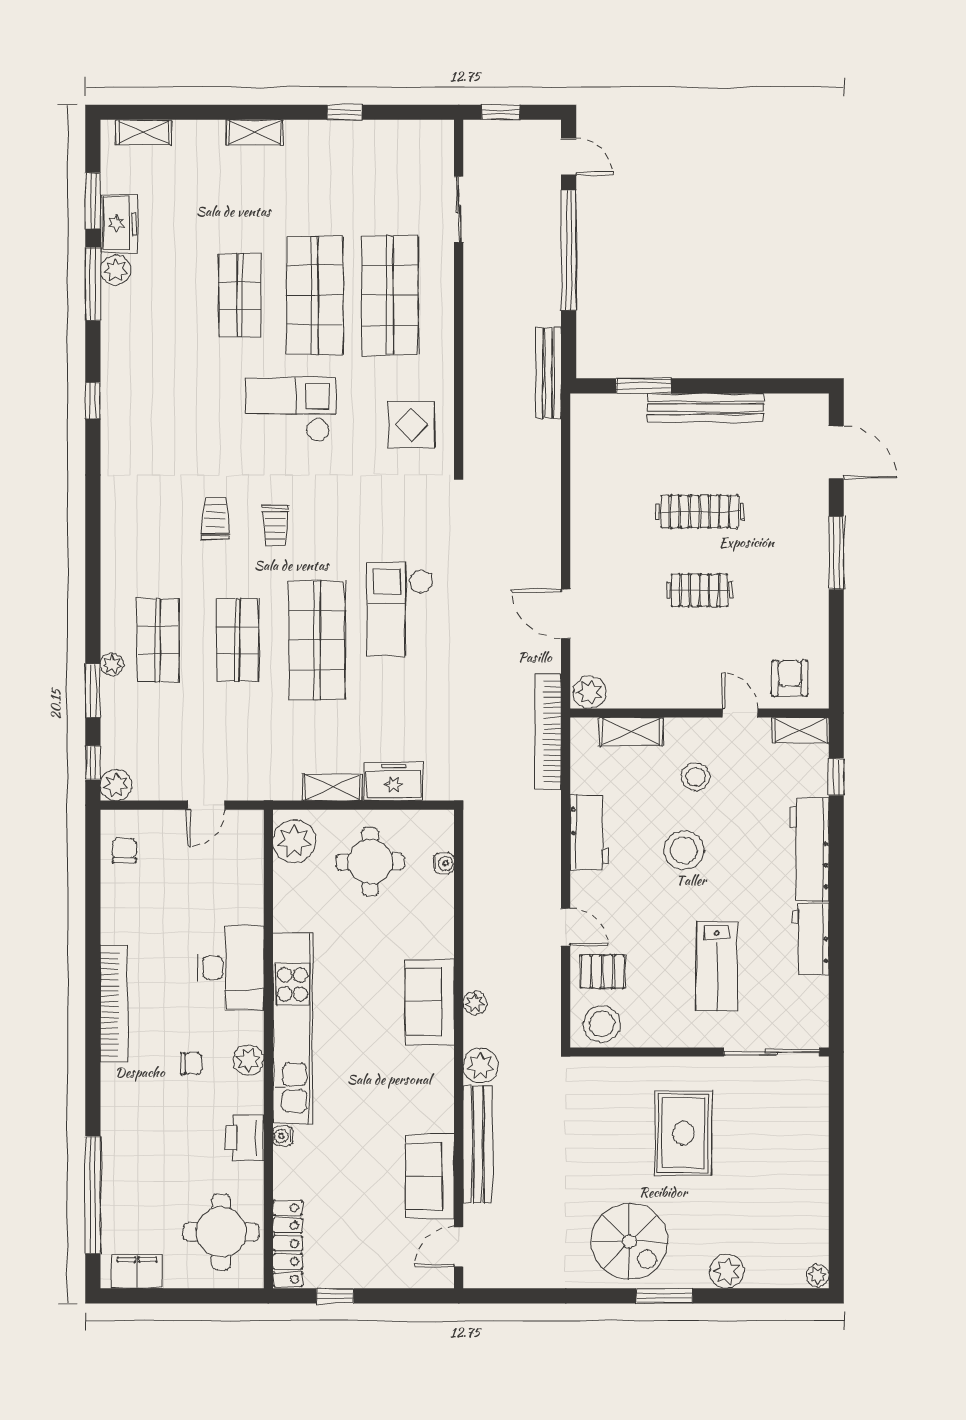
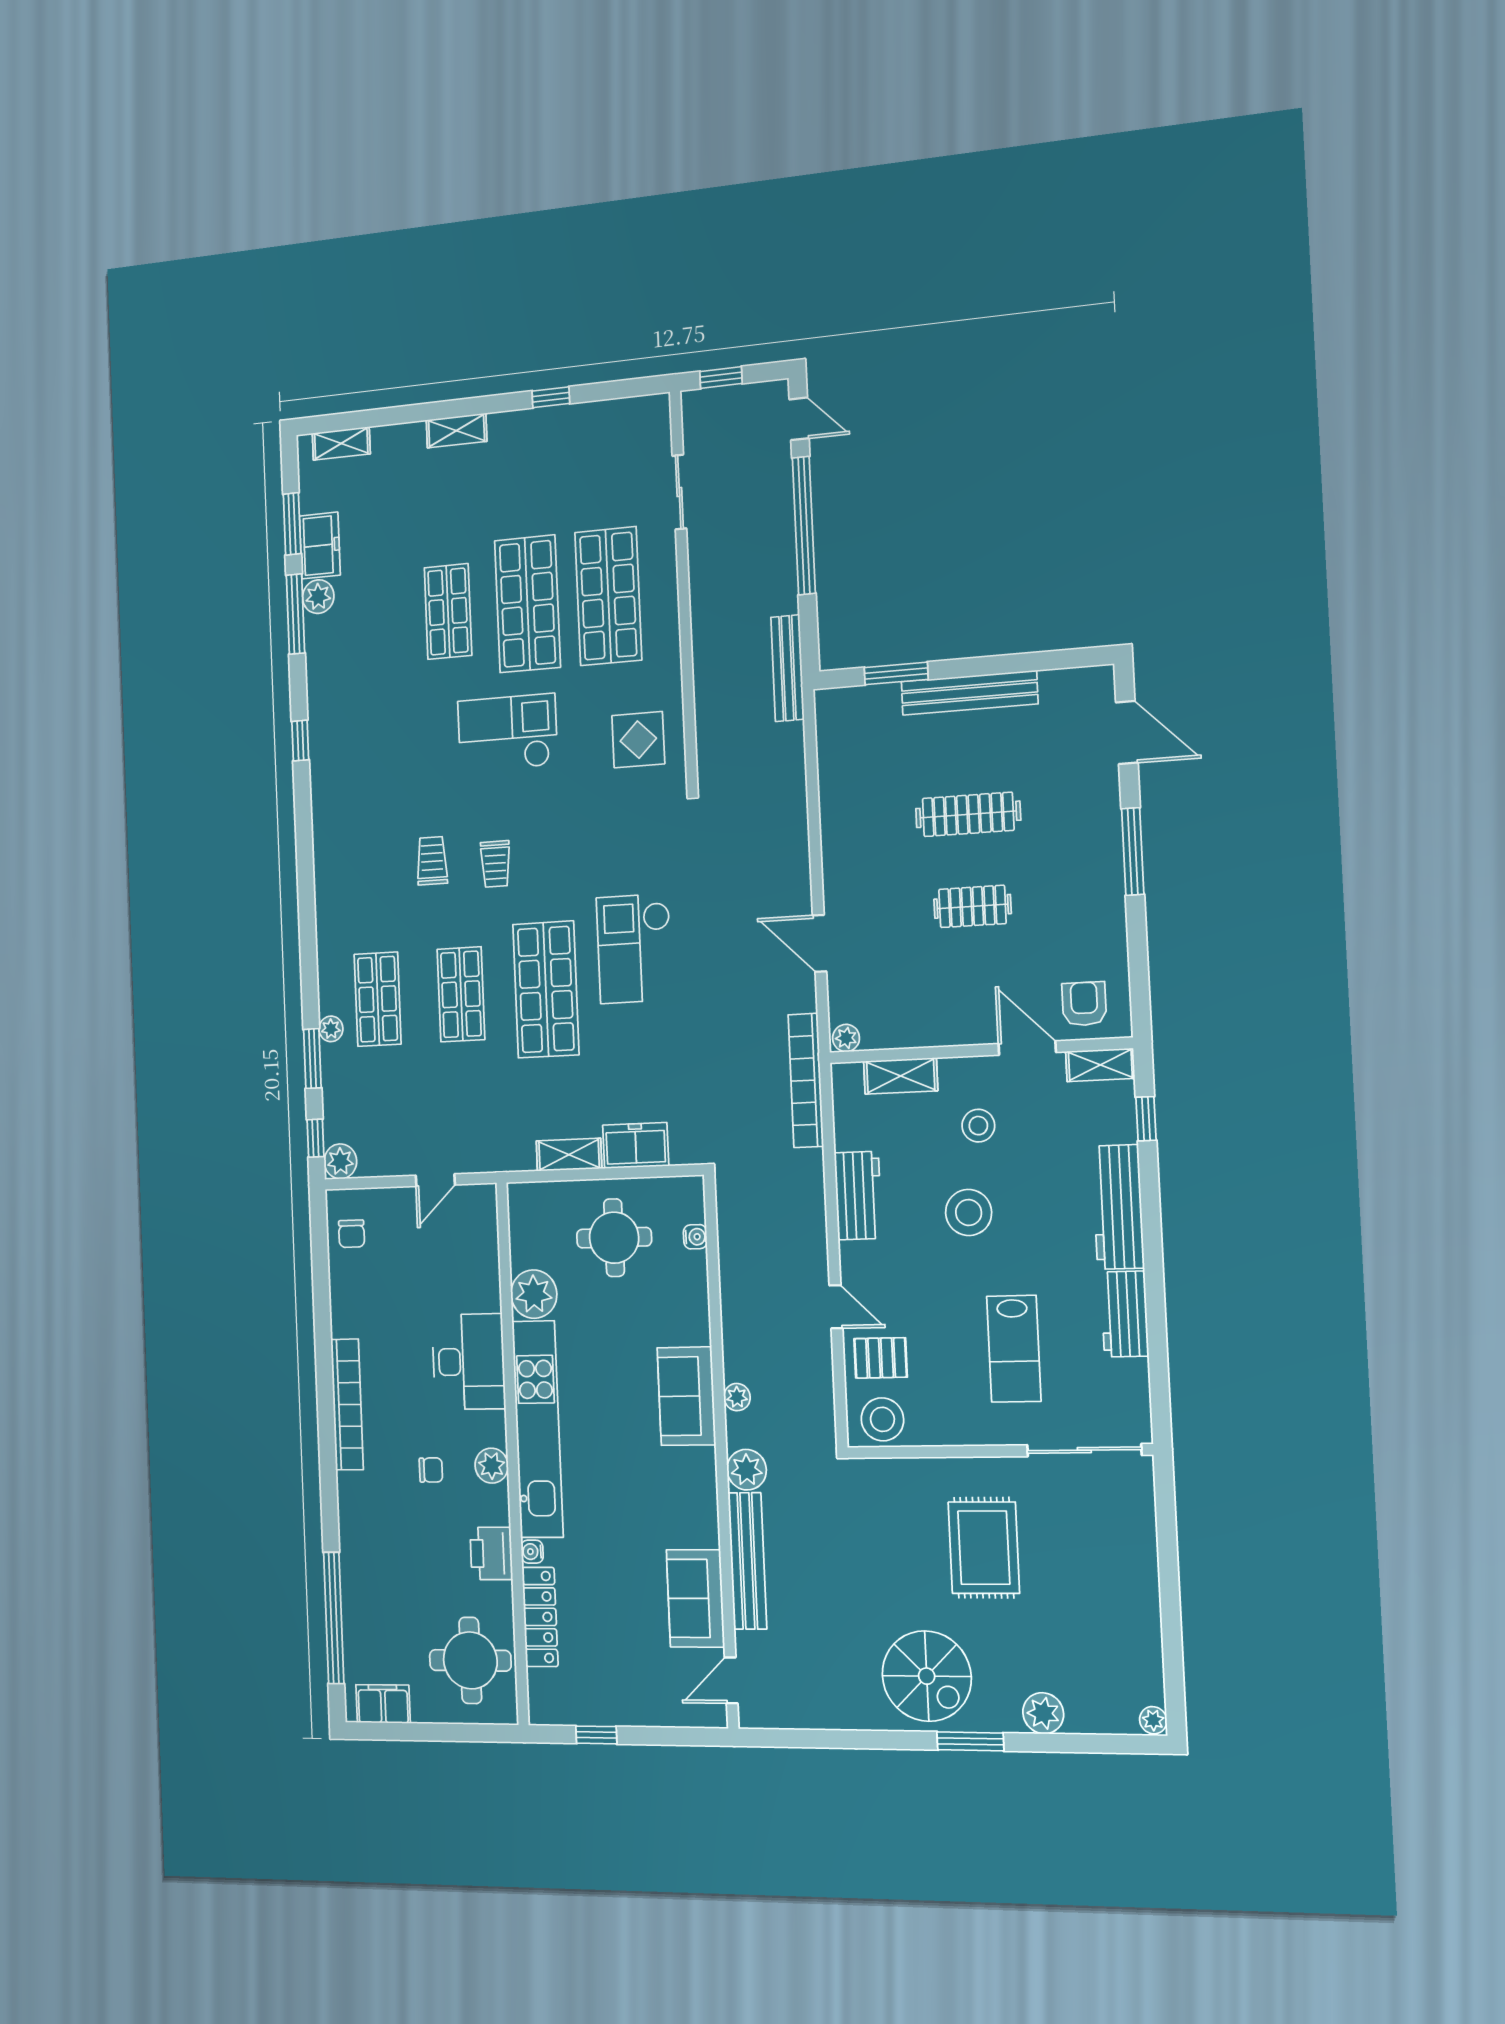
plant: (590, 692) -> (846, 1038), width x0.73, depth x0.73
door: (740, 713) -> (1027, 1048), width x1.38
plant: (294, 841) -> (534, 1294), moved
chair: (124, 851) -> (352, 1234), turned 180
locker: (288, 1244) -> (540, 1617), moved

